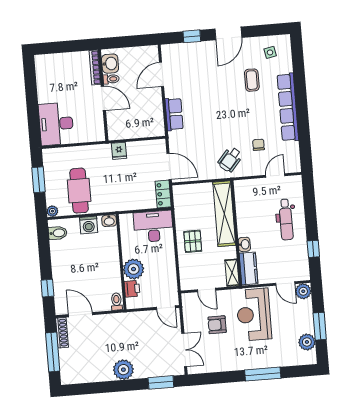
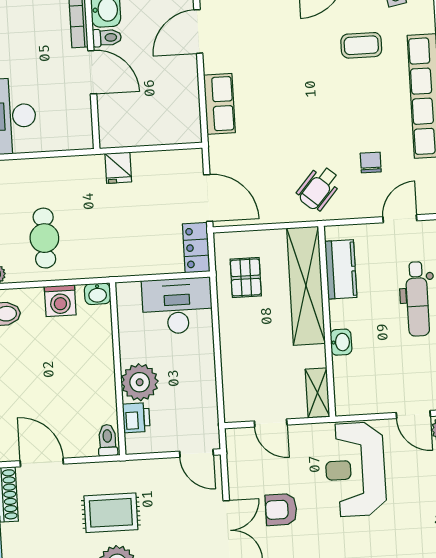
coffee table: (252, 80) -> (361, 45), turned 90
cafe table: (79, 191) -> (44, 238), width x0.73, depth x0.74
pallet: (193, 241) -> (246, 277), moved
kitchen counter: (249, 268) -> (341, 269), moved
armchair: (217, 325) -> (281, 510), moved
rug: (119, 342) -> (111, 513), added

